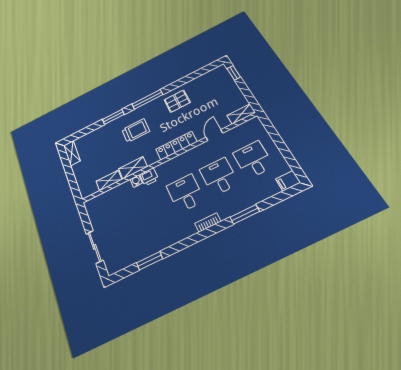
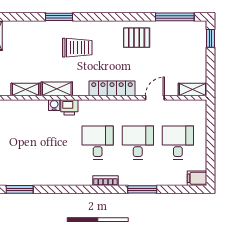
window: (147, 99) -> (175, 17), moved
window: (150, 261) -> (20, 189), moved

